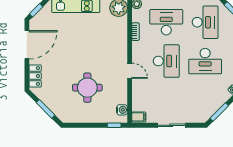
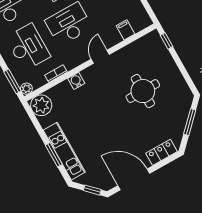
desk: (166, 22) -> (28, 47), turned 180
water cooler: (122, 110) -> (76, 81), moved
filing cabinet: (139, 117) -> (126, 30), moved

